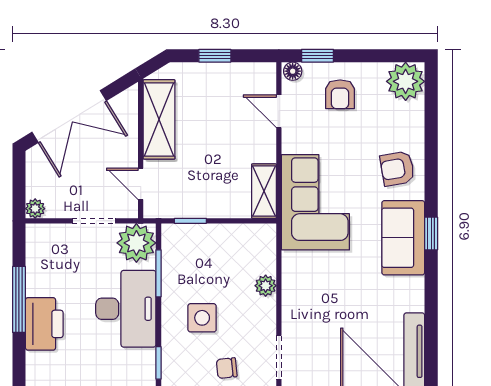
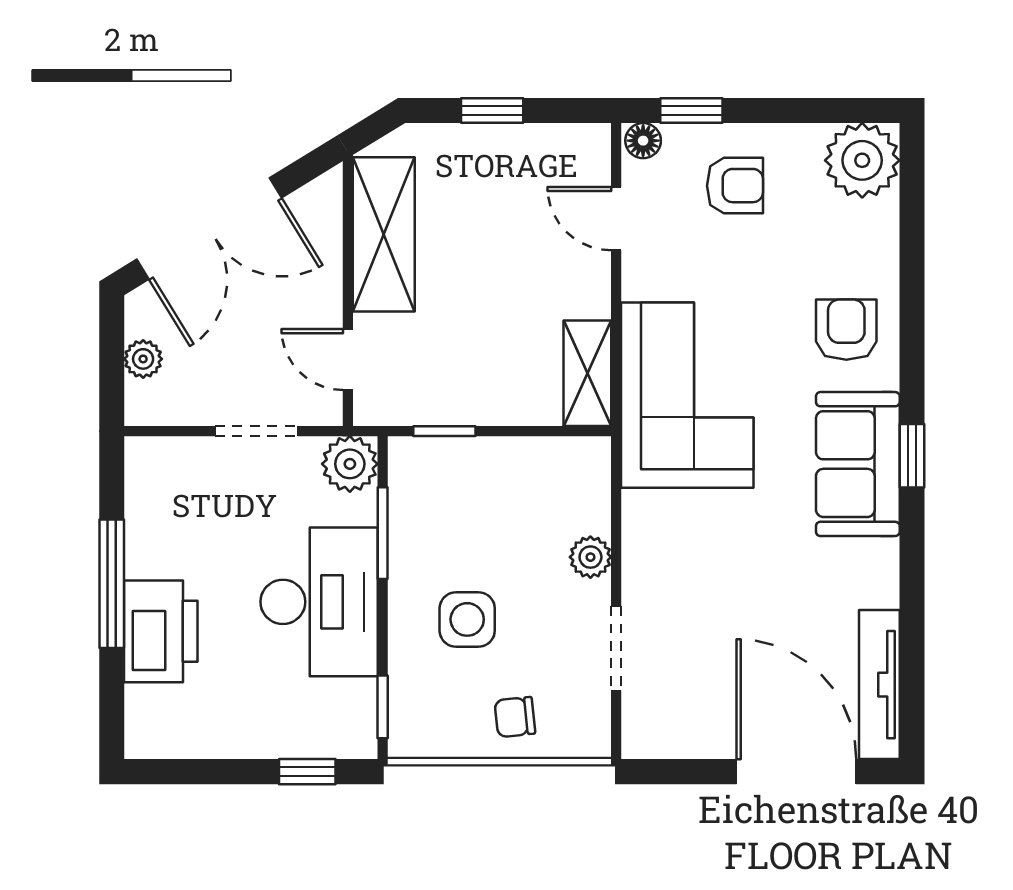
armchair: (340, 94) -> (735, 186), turned -90
armchair: (397, 169) -> (846, 330), turned 100
plant: (35, 209) -> (143, 359), moved
plant: (136, 243) -> (350, 464), width x0.73, depth x0.73
doorway: (279, 357) -> (616, 648), moved

